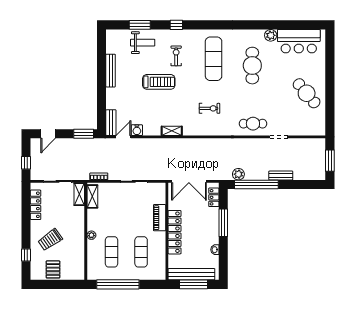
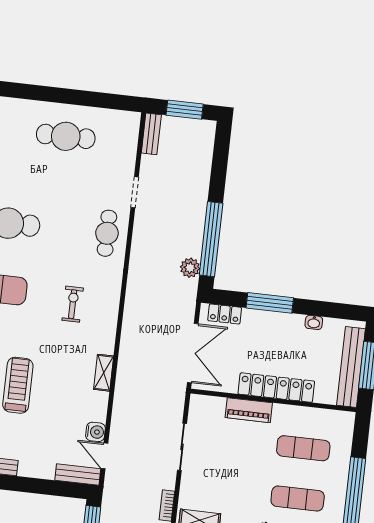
cafe table: (307, 93) -> (66, 136), turned 40
bench: (281, 175) -> (151, 134), moved

